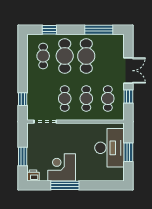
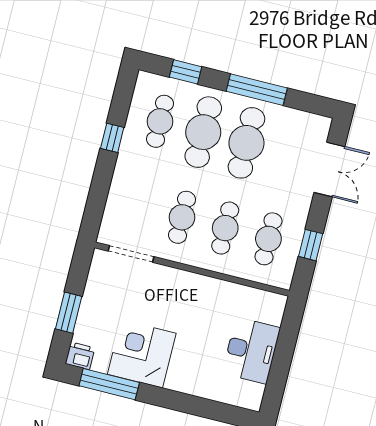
window: (99, 30) -> (257, 90), moved
double door: (128, 71) -> (329, 170), moved
window: (23, 99) -> (112, 138), moved
desk: (109, 148) -> (251, 351), width x0.73, depth x0.77
window: (128, 152) -> (283, 357), removed
window: (65, 185) -> (109, 384), moved

